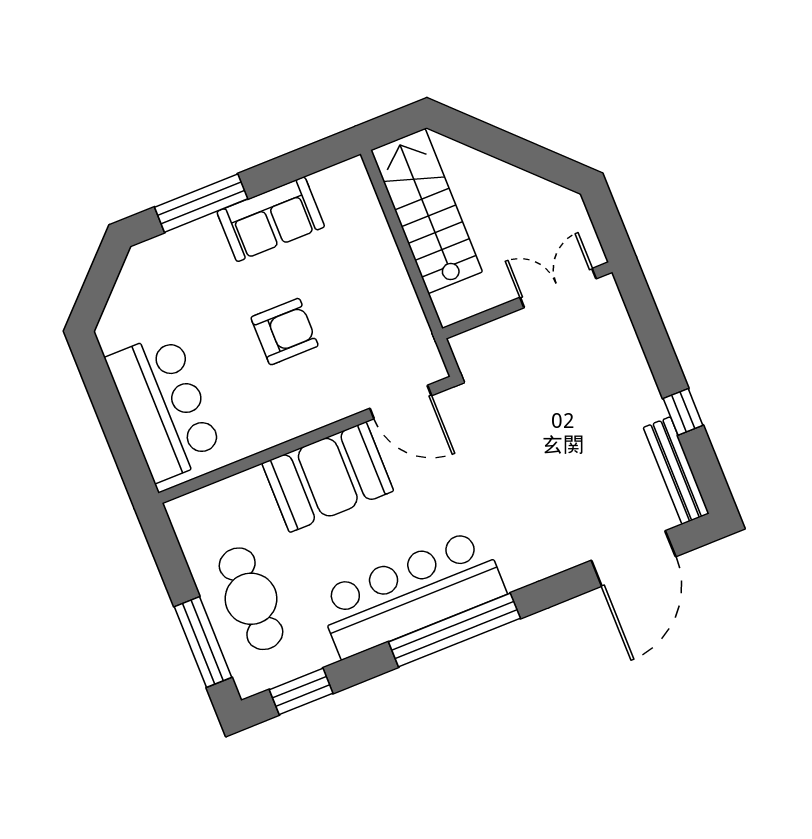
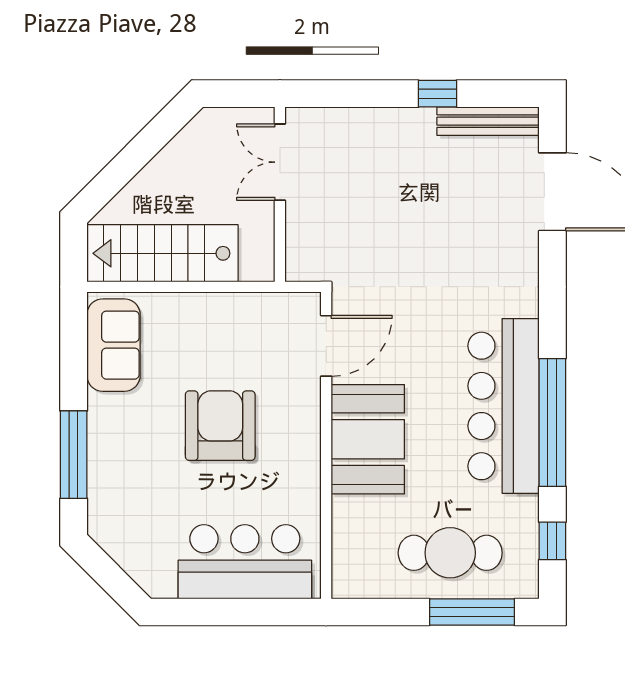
sofa: (271, 219) -> (113, 345), moved
armchair: (285, 332) -> (220, 426), width x1.36, depth x1.36
window: (454, 630) -> (552, 422), moved
window: (301, 691) -> (552, 541), width x0.67

